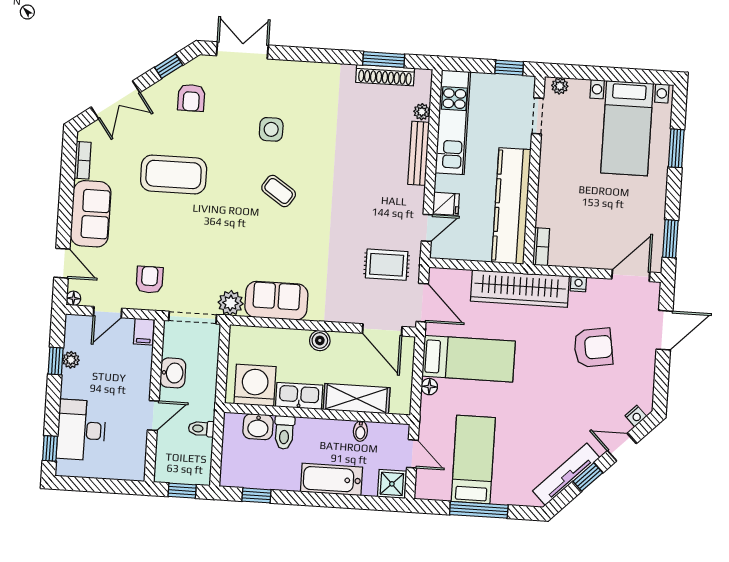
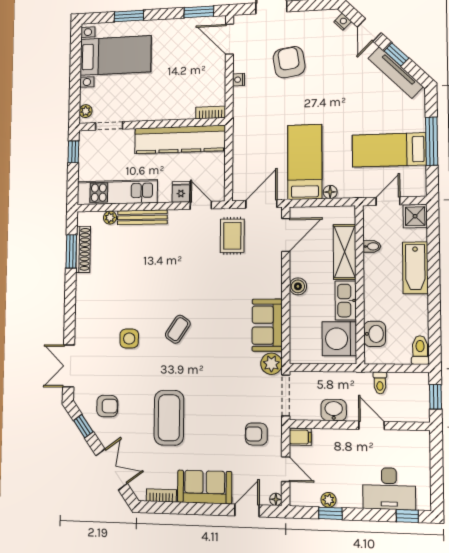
wardrobe: (520, 289) -> (245, 126), removed
toilet: (284, 432) -> (420, 350), moved, turned -90
window: (256, 495) -> (435, 331), removed

